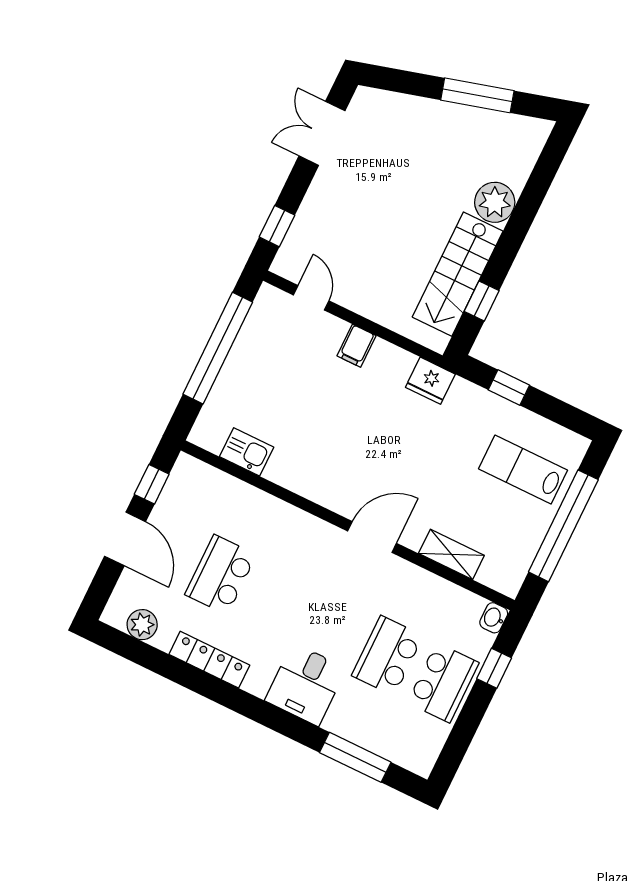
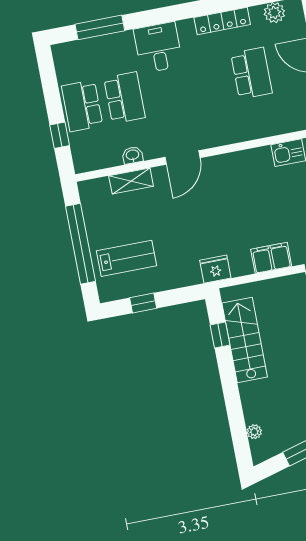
plant: (495, 202) -> (254, 432), moved, width x0.53, depth x0.53
filing cabinet: (356, 346) -> (271, 258), width x2.00
window: (509, 388) -> (143, 303), moved
washbasin: (494, 618) -> (133, 155), moved, turned -90

